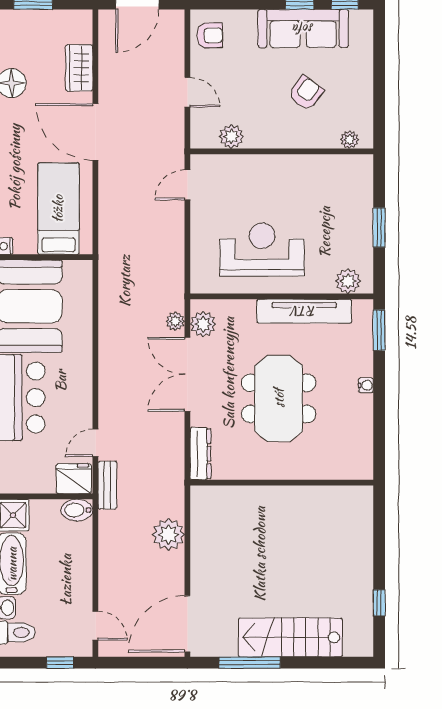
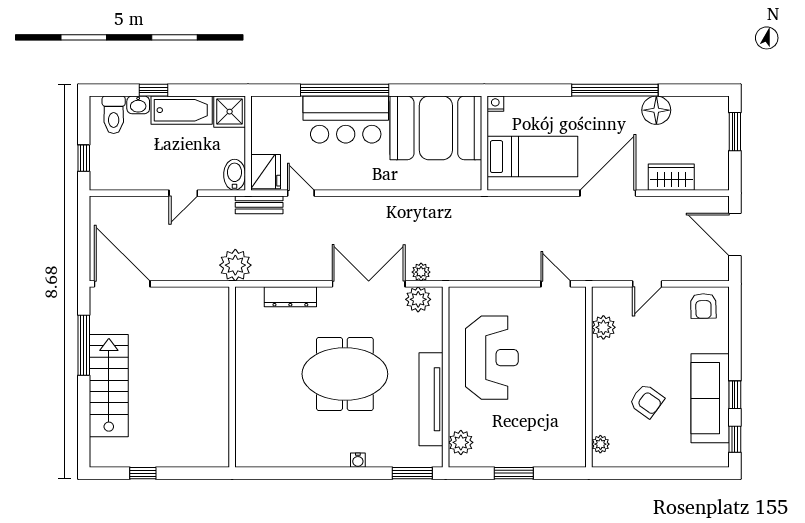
wall: (282, 483) -> (232, 377), moved
plant: (168, 535) -> (235, 265), moved
door: (95, 626) -> (183, 193), moved

